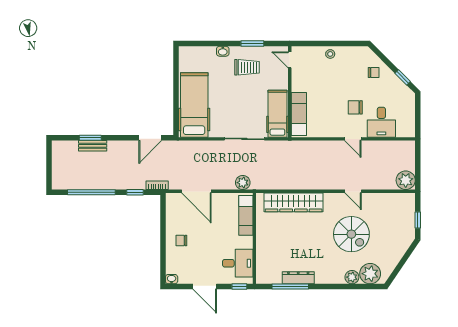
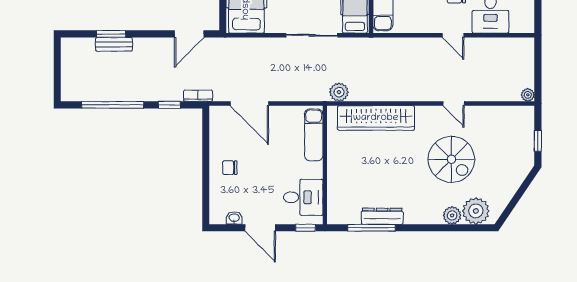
plant: (406, 180) -> (528, 95), width x0.53, depth x0.53
plant: (243, 183) -> (339, 92), moved
washbasin: (172, 279) -> (234, 218), moved

